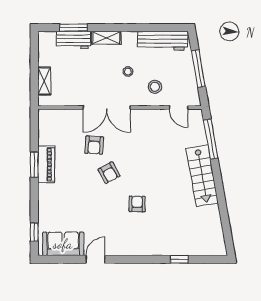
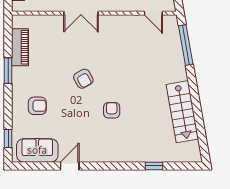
double door: (107, 107) -> (81, 13), width x0.73
armchair: (94, 145) -> (37, 106), moved, turned -94
piano: (46, 164) -> (20, 47), moved
stairs: (202, 176) -> (182, 112), moved

